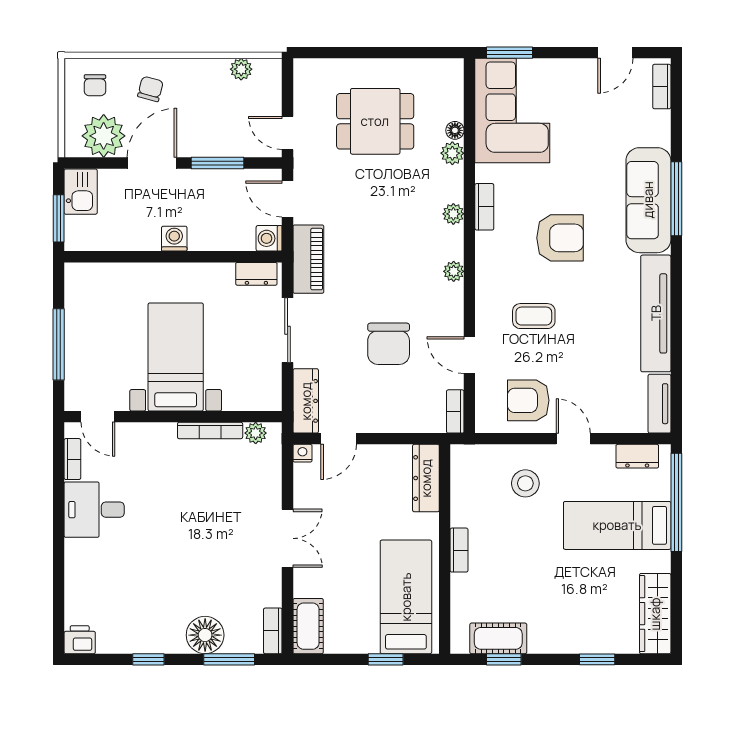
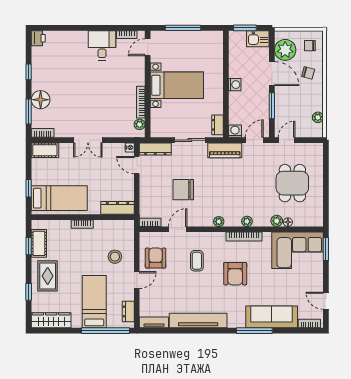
sofa: (648, 200) -> (272, 317), moved
bookcase: (484, 207) -> (244, 237), width x1.56
rug: (565, 621) -> (48, 276), added

